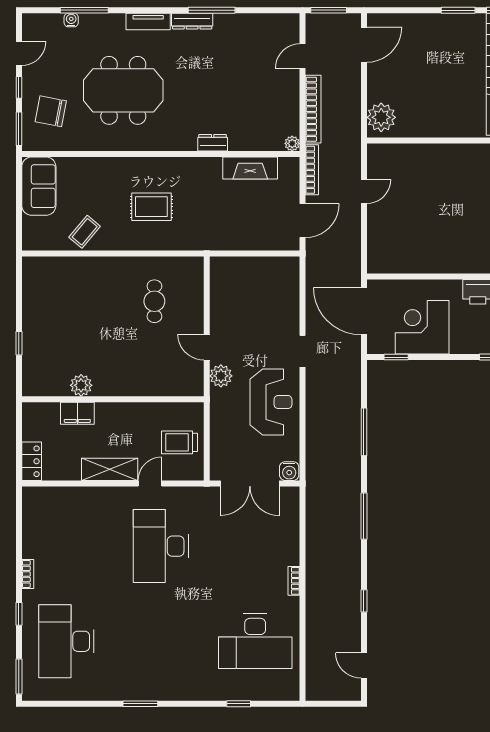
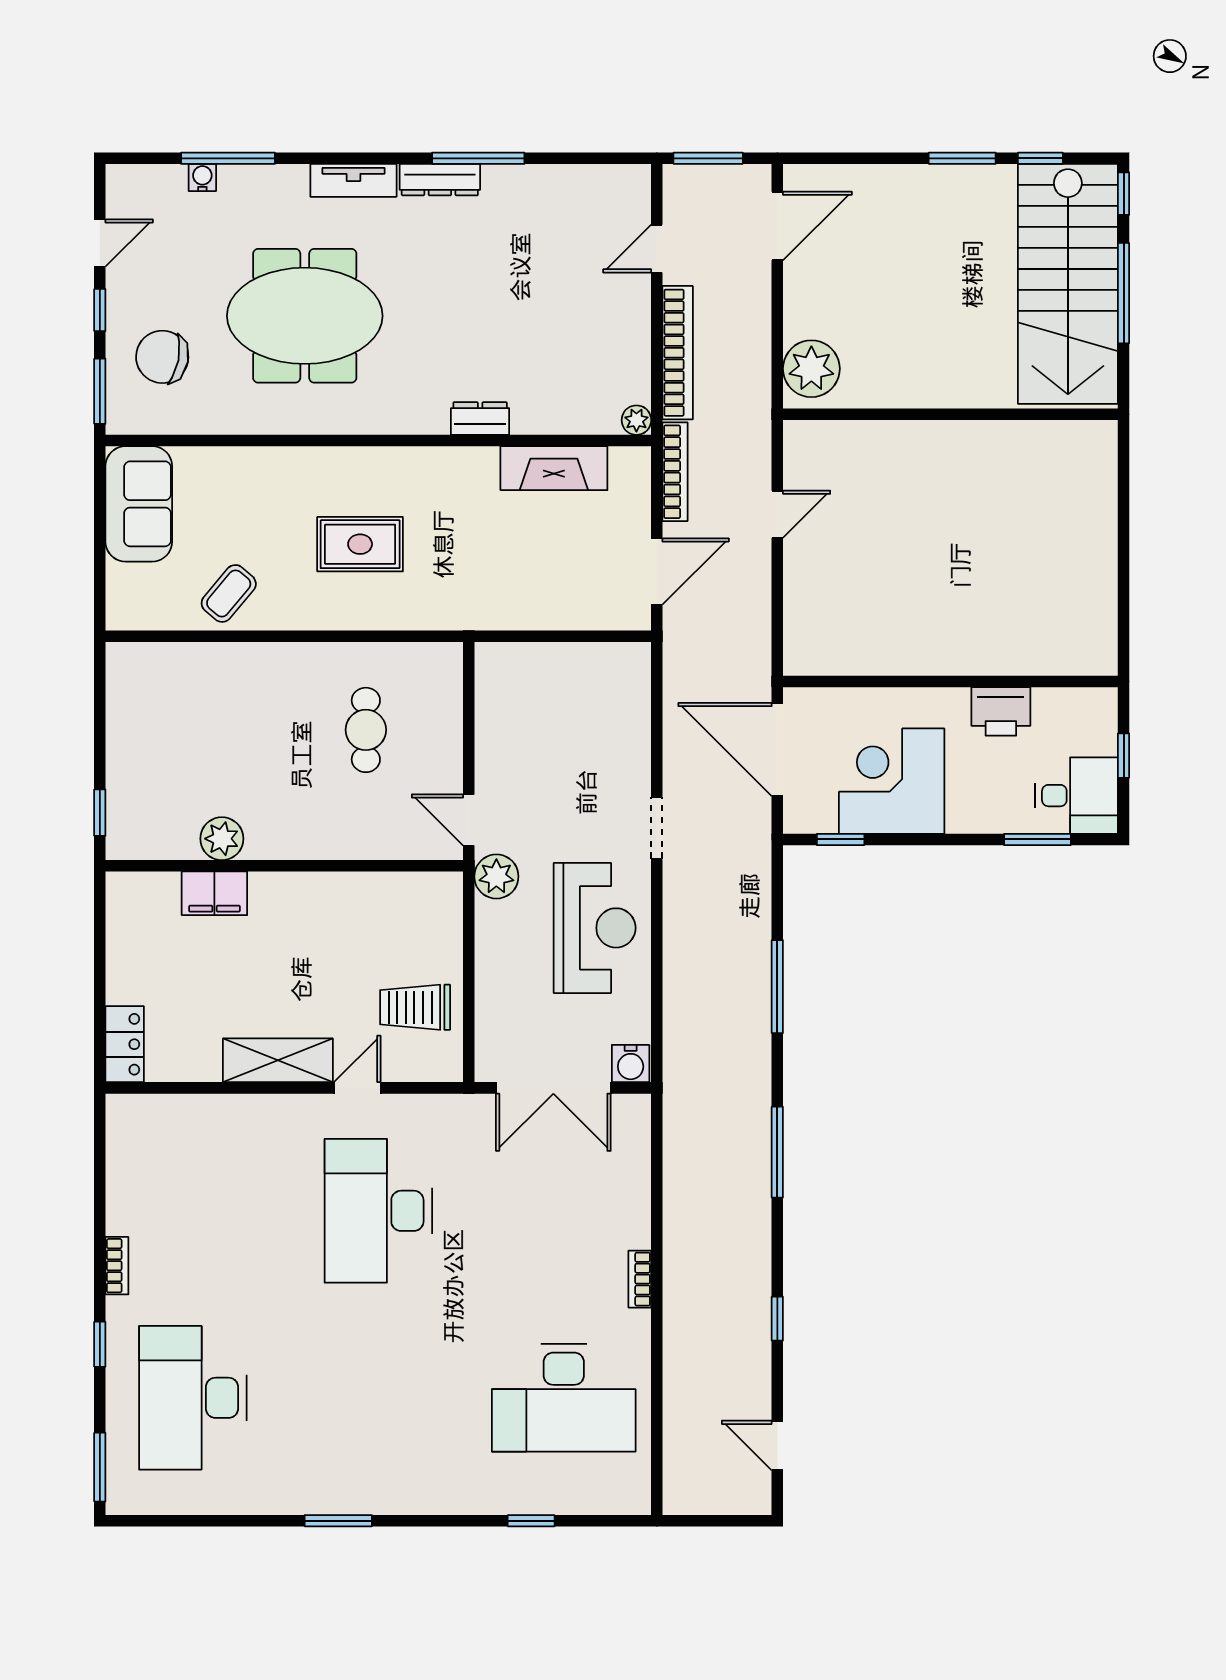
plant: (81, 385) -> (222, 839), moved
wall: (113, 399) -> (284, 866), moved
filing cabinet: (77, 413) -> (214, 893), moved

